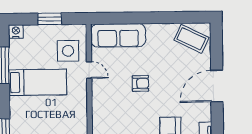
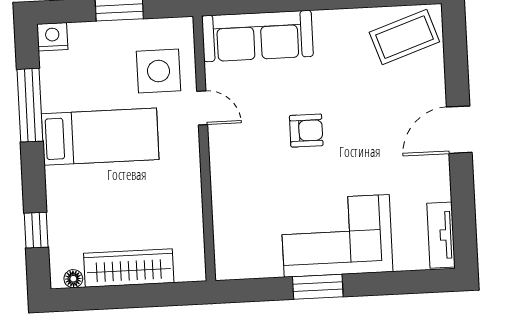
coffee table: (191, 39) -> (404, 37), turned -45
door: (217, 86) -> (459, 130), width x0.73

